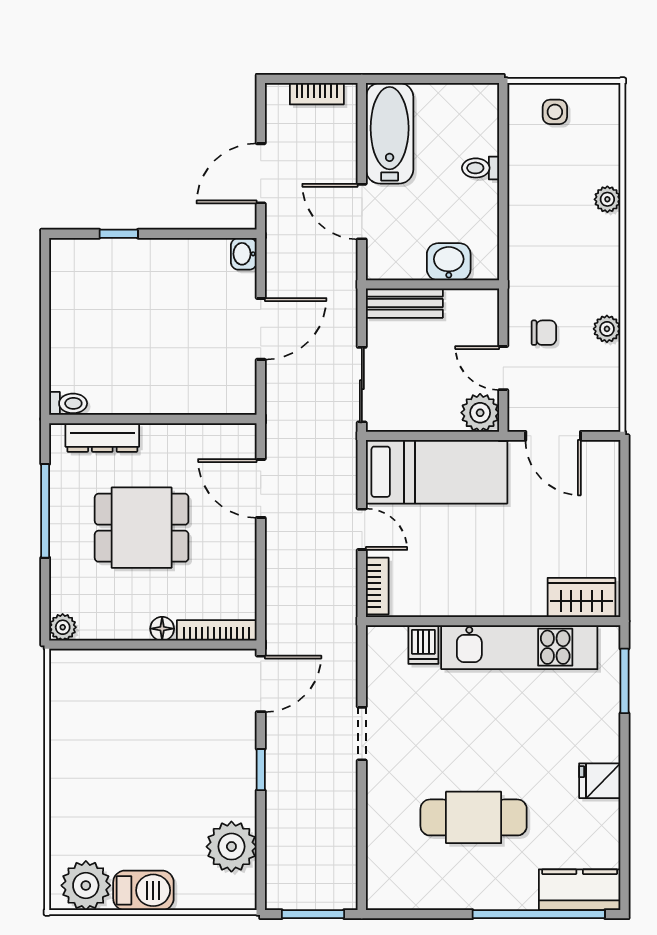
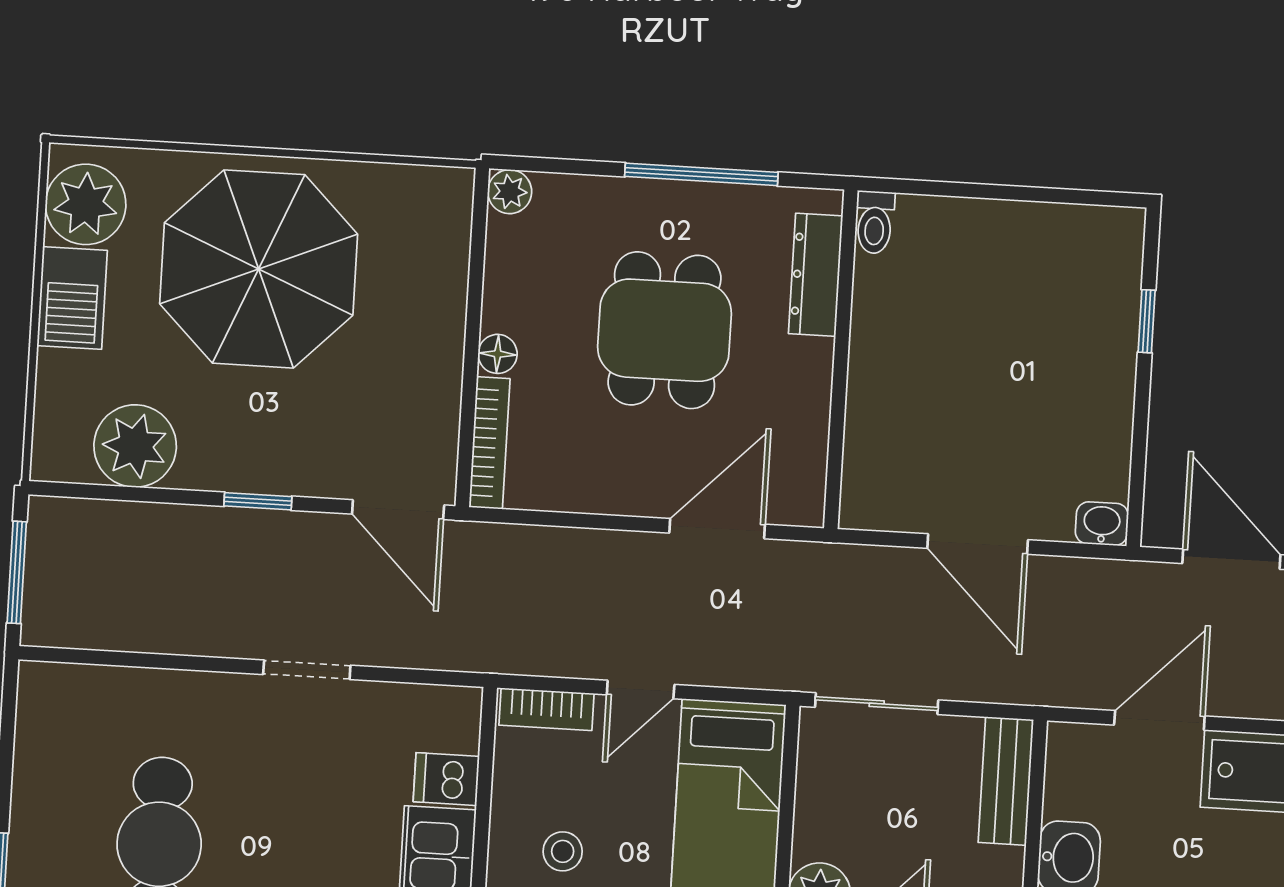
stool: (463, 571) -> (563, 851), added
parasol: (119, 778) -> (259, 269), added

